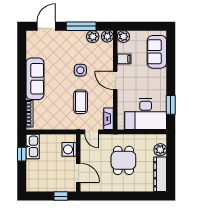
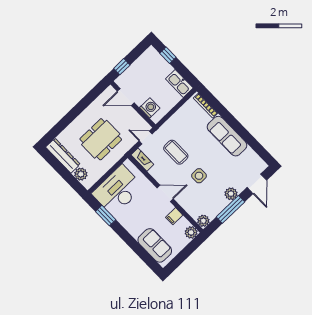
plant: (93, 37) -> (231, 194), moved
window: (22, 154) -> (168, 55), moved
dining table: (123, 160) -> (101, 139), width x1.38

